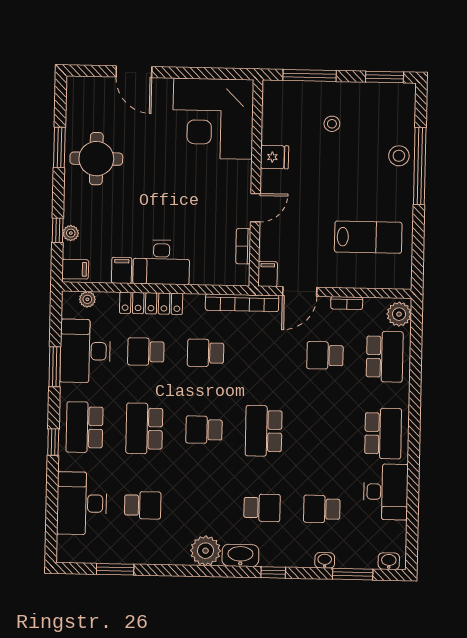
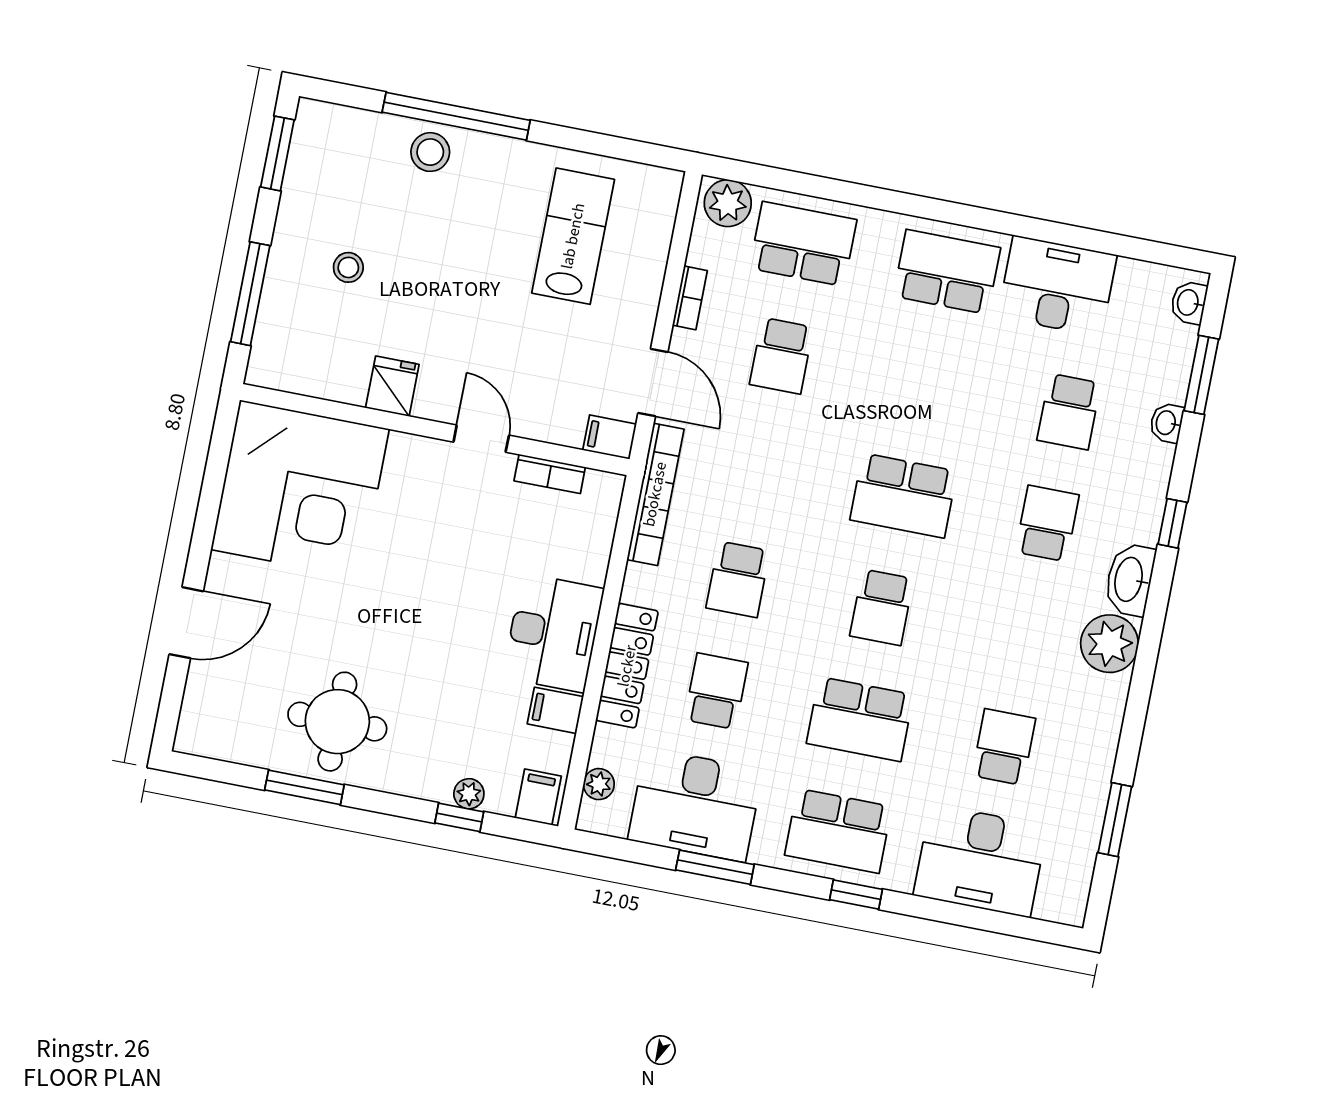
school desk: (146, 352) -> (716, 691), turned 180

